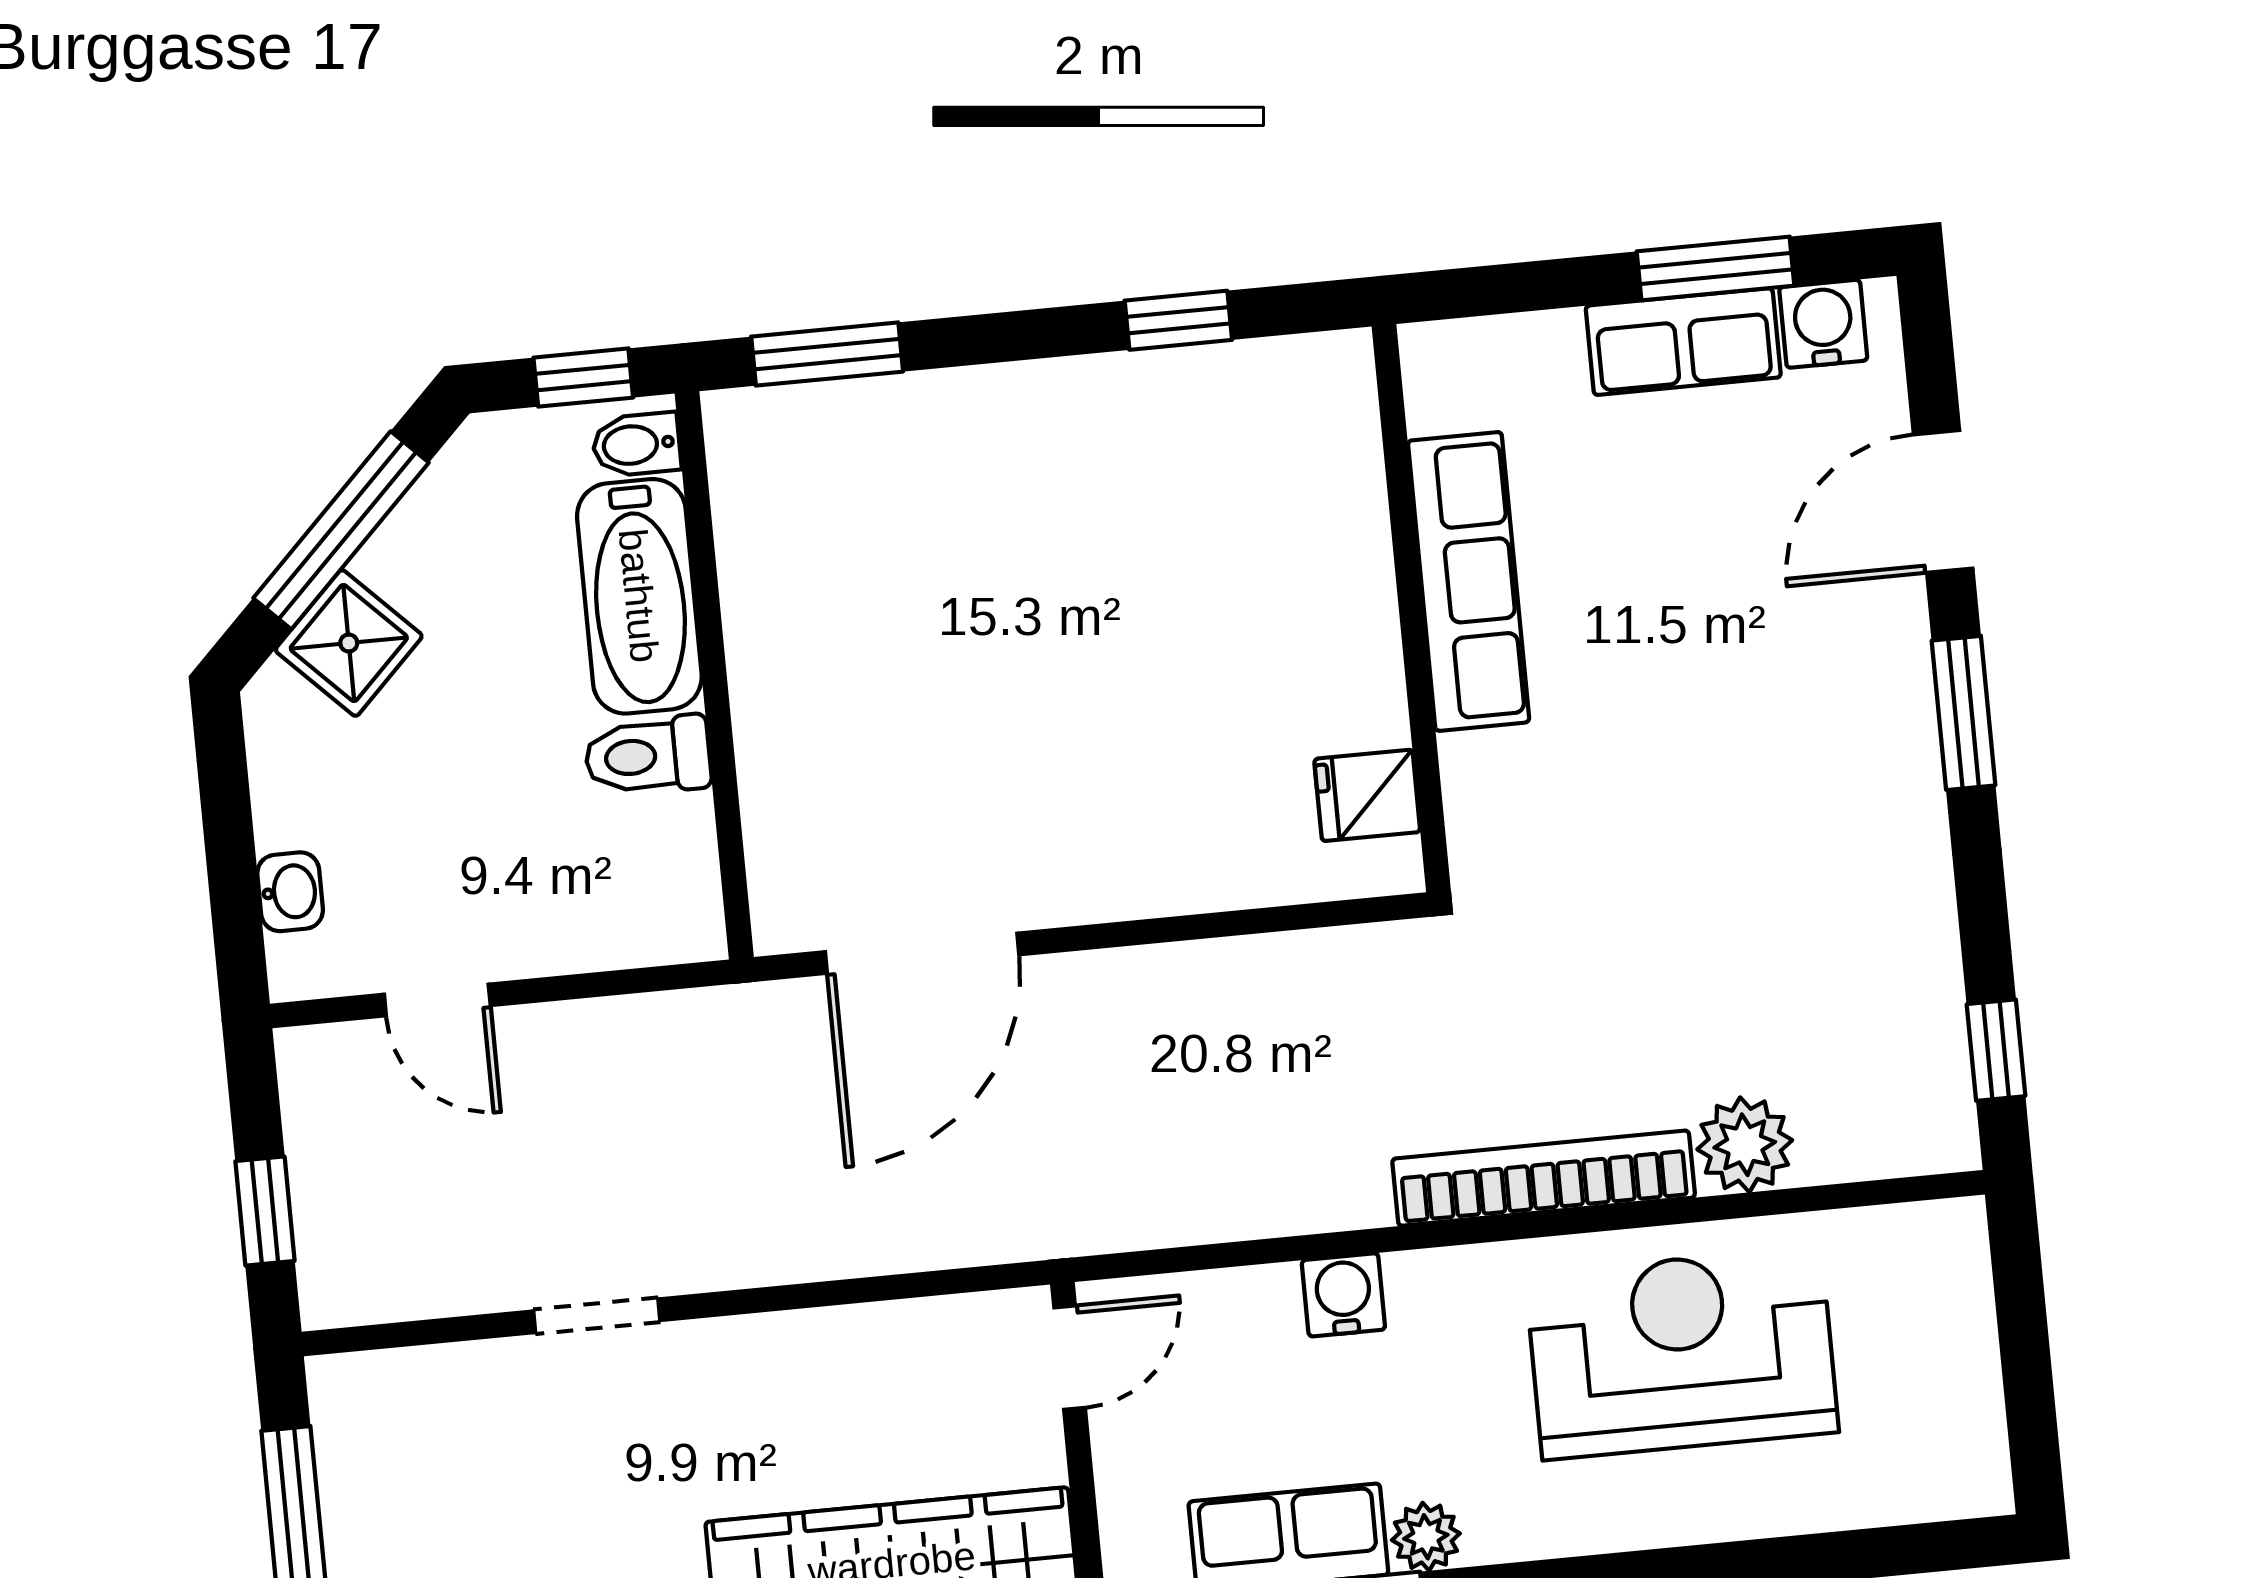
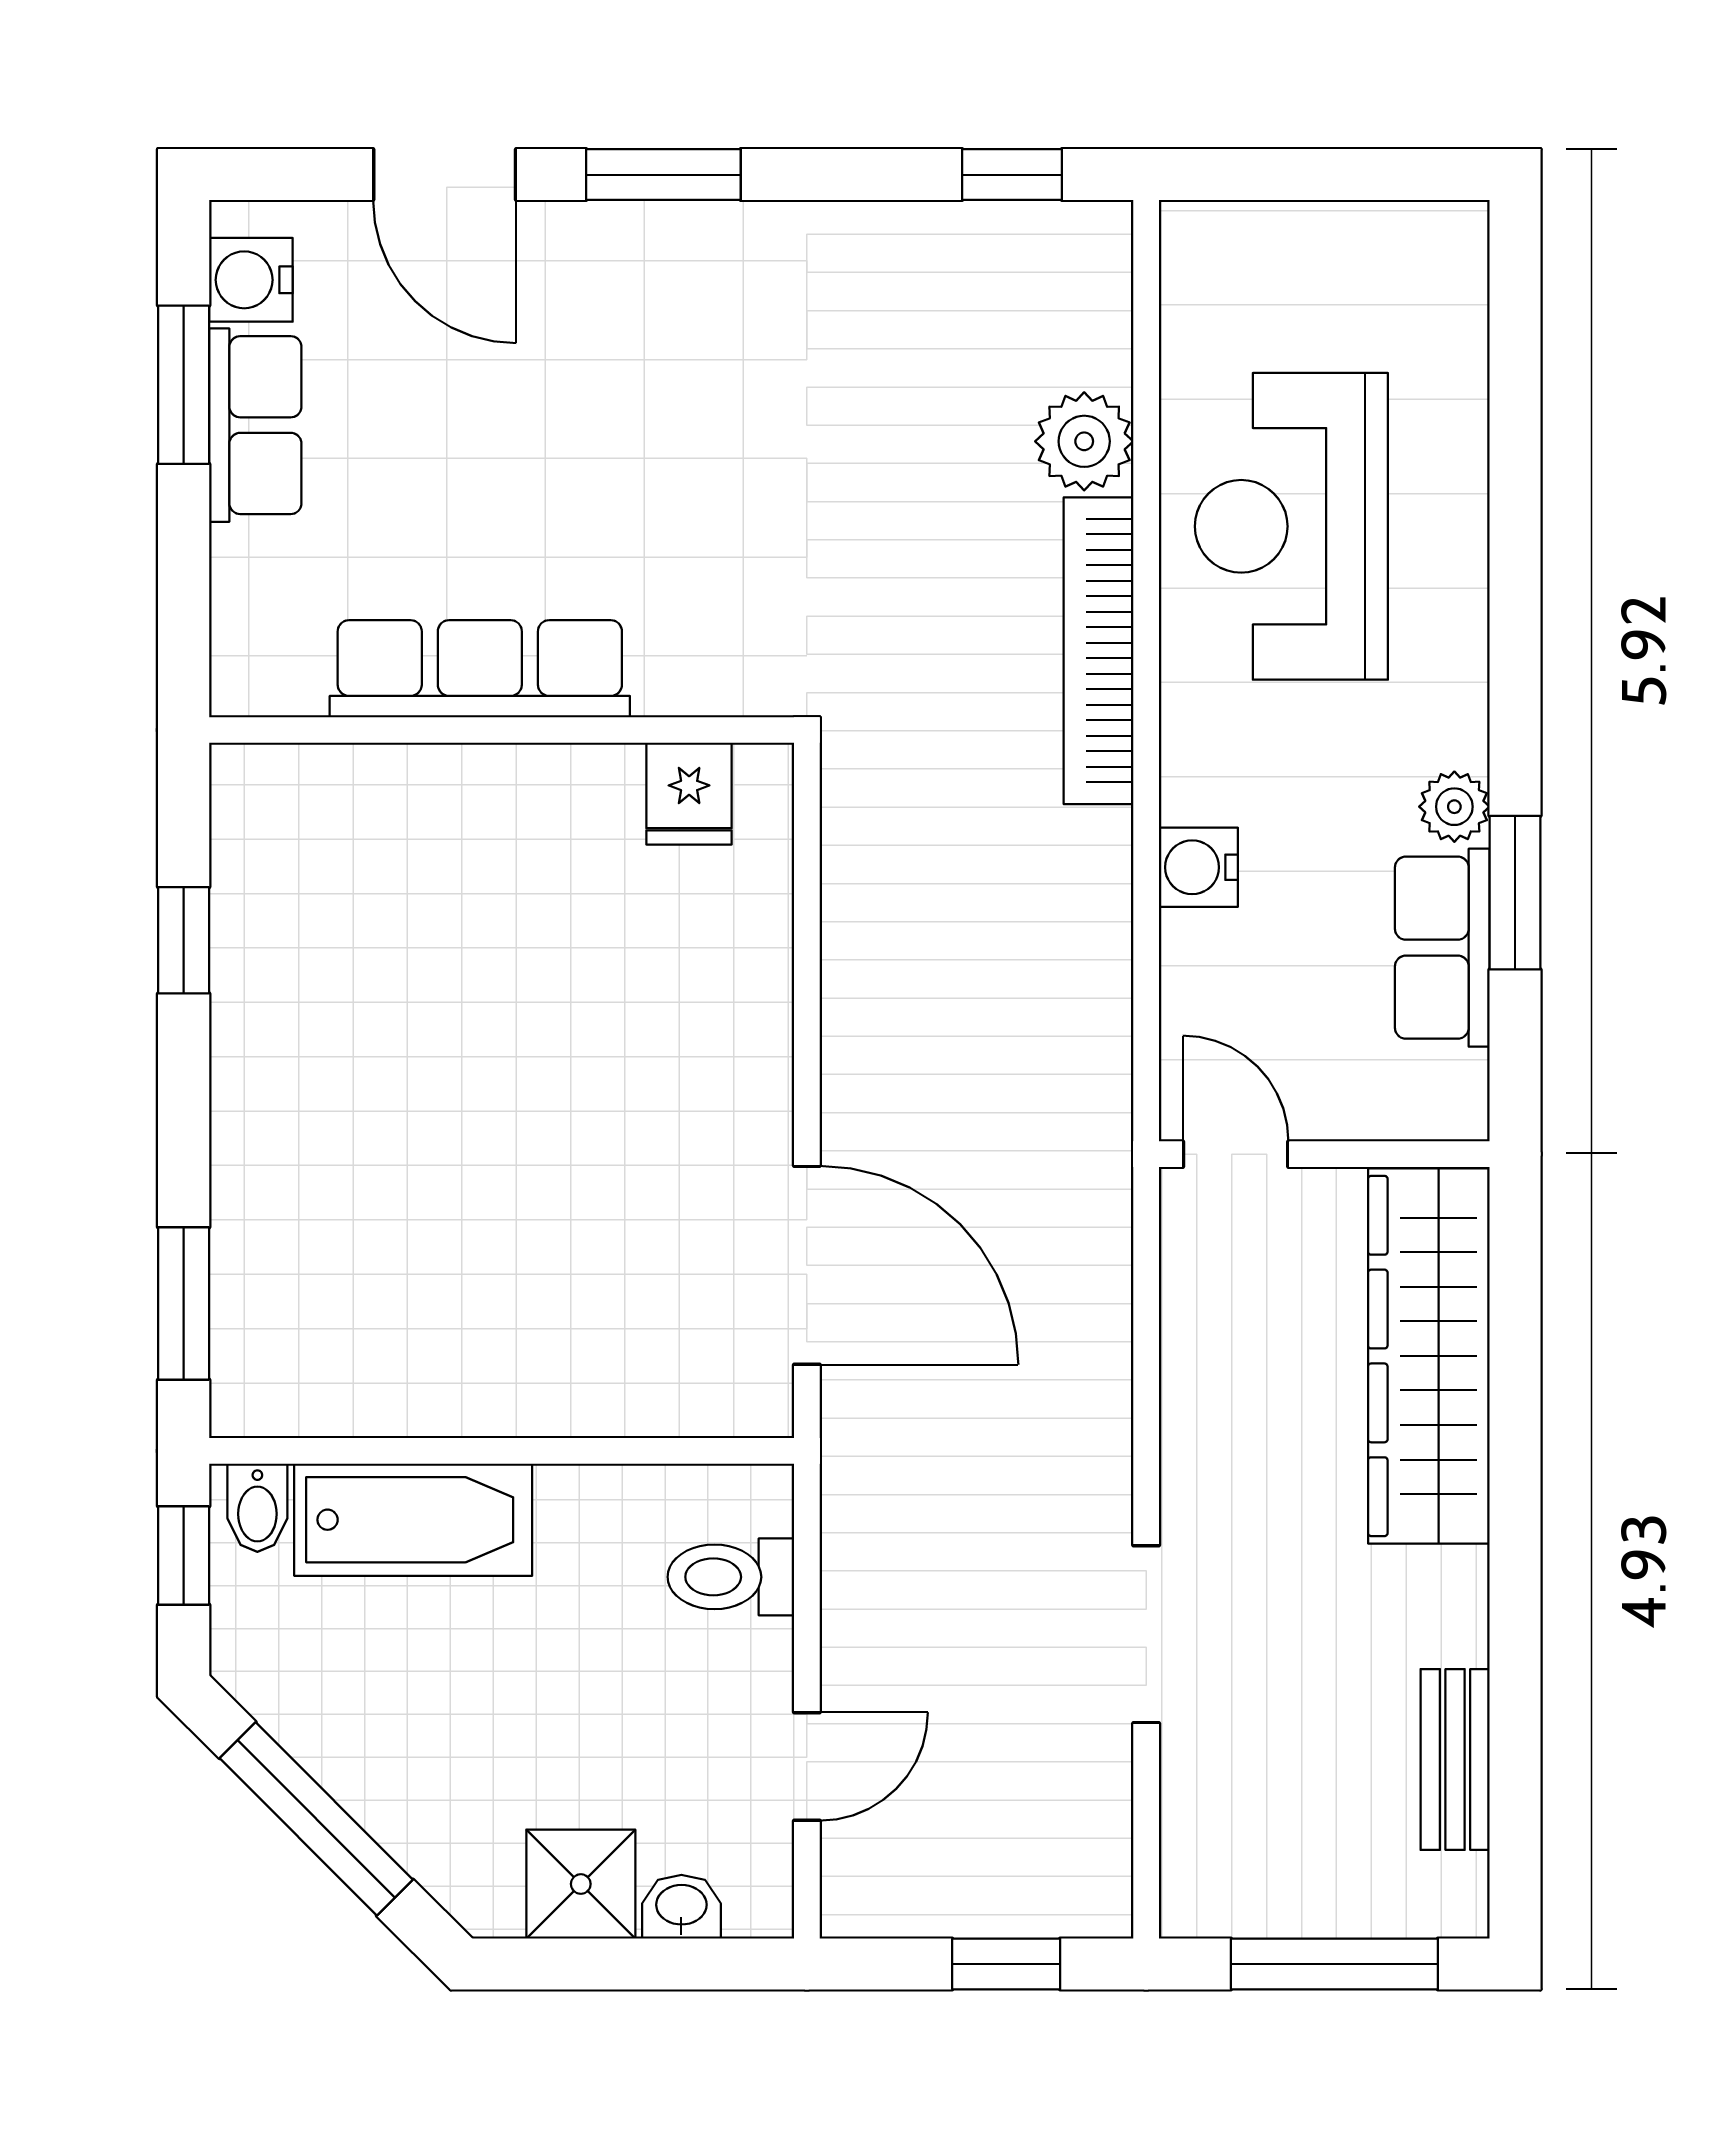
shower: (349, 643) -> (581, 1884), moved, turned 45
toilet: (648, 756) -> (731, 1577), moved, turned 90
doorway: (597, 1316) -> (1146, 1634), width x1.38

